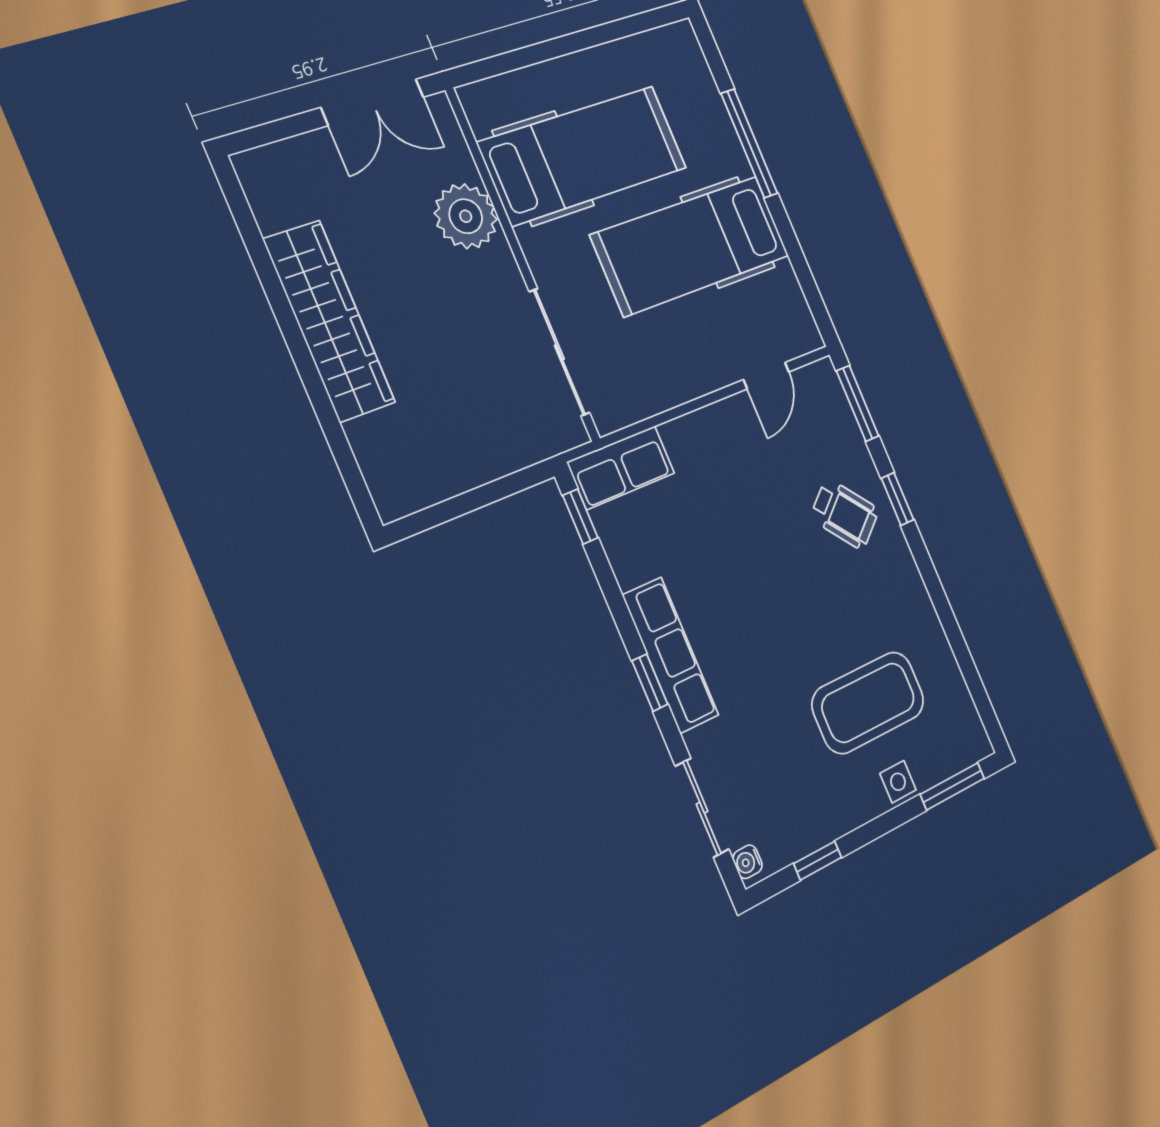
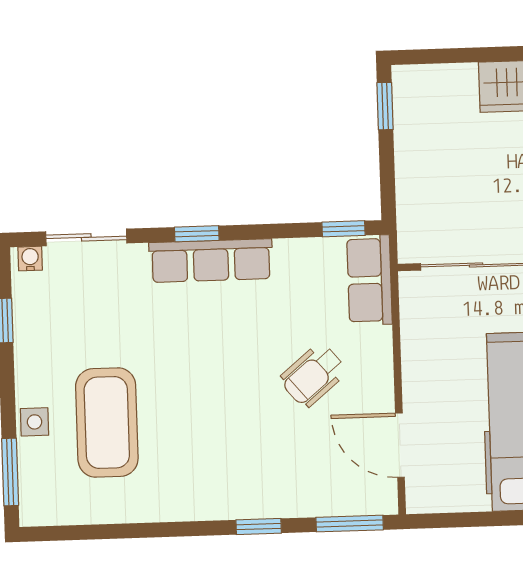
door: (766, 376) -> (400, 445), width x1.37
wheelchair: (845, 514) -> (313, 375), moved
window: (431, 517) -> (385, 106), added

